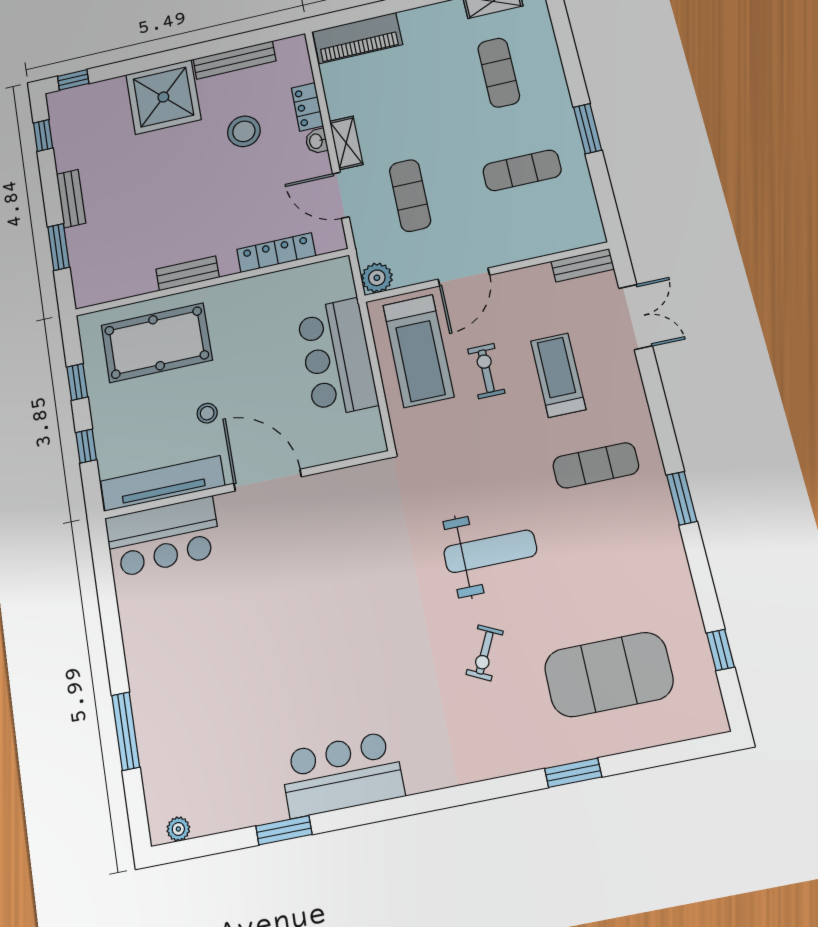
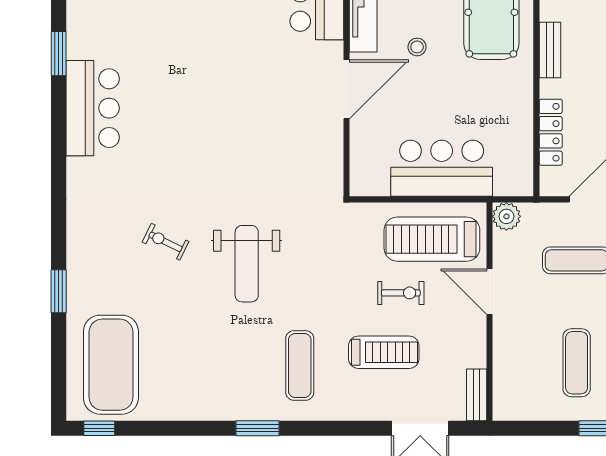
window: (720, 650) -> (99, 428), moved
exercise mat: (609, 674) -> (111, 365), moved

